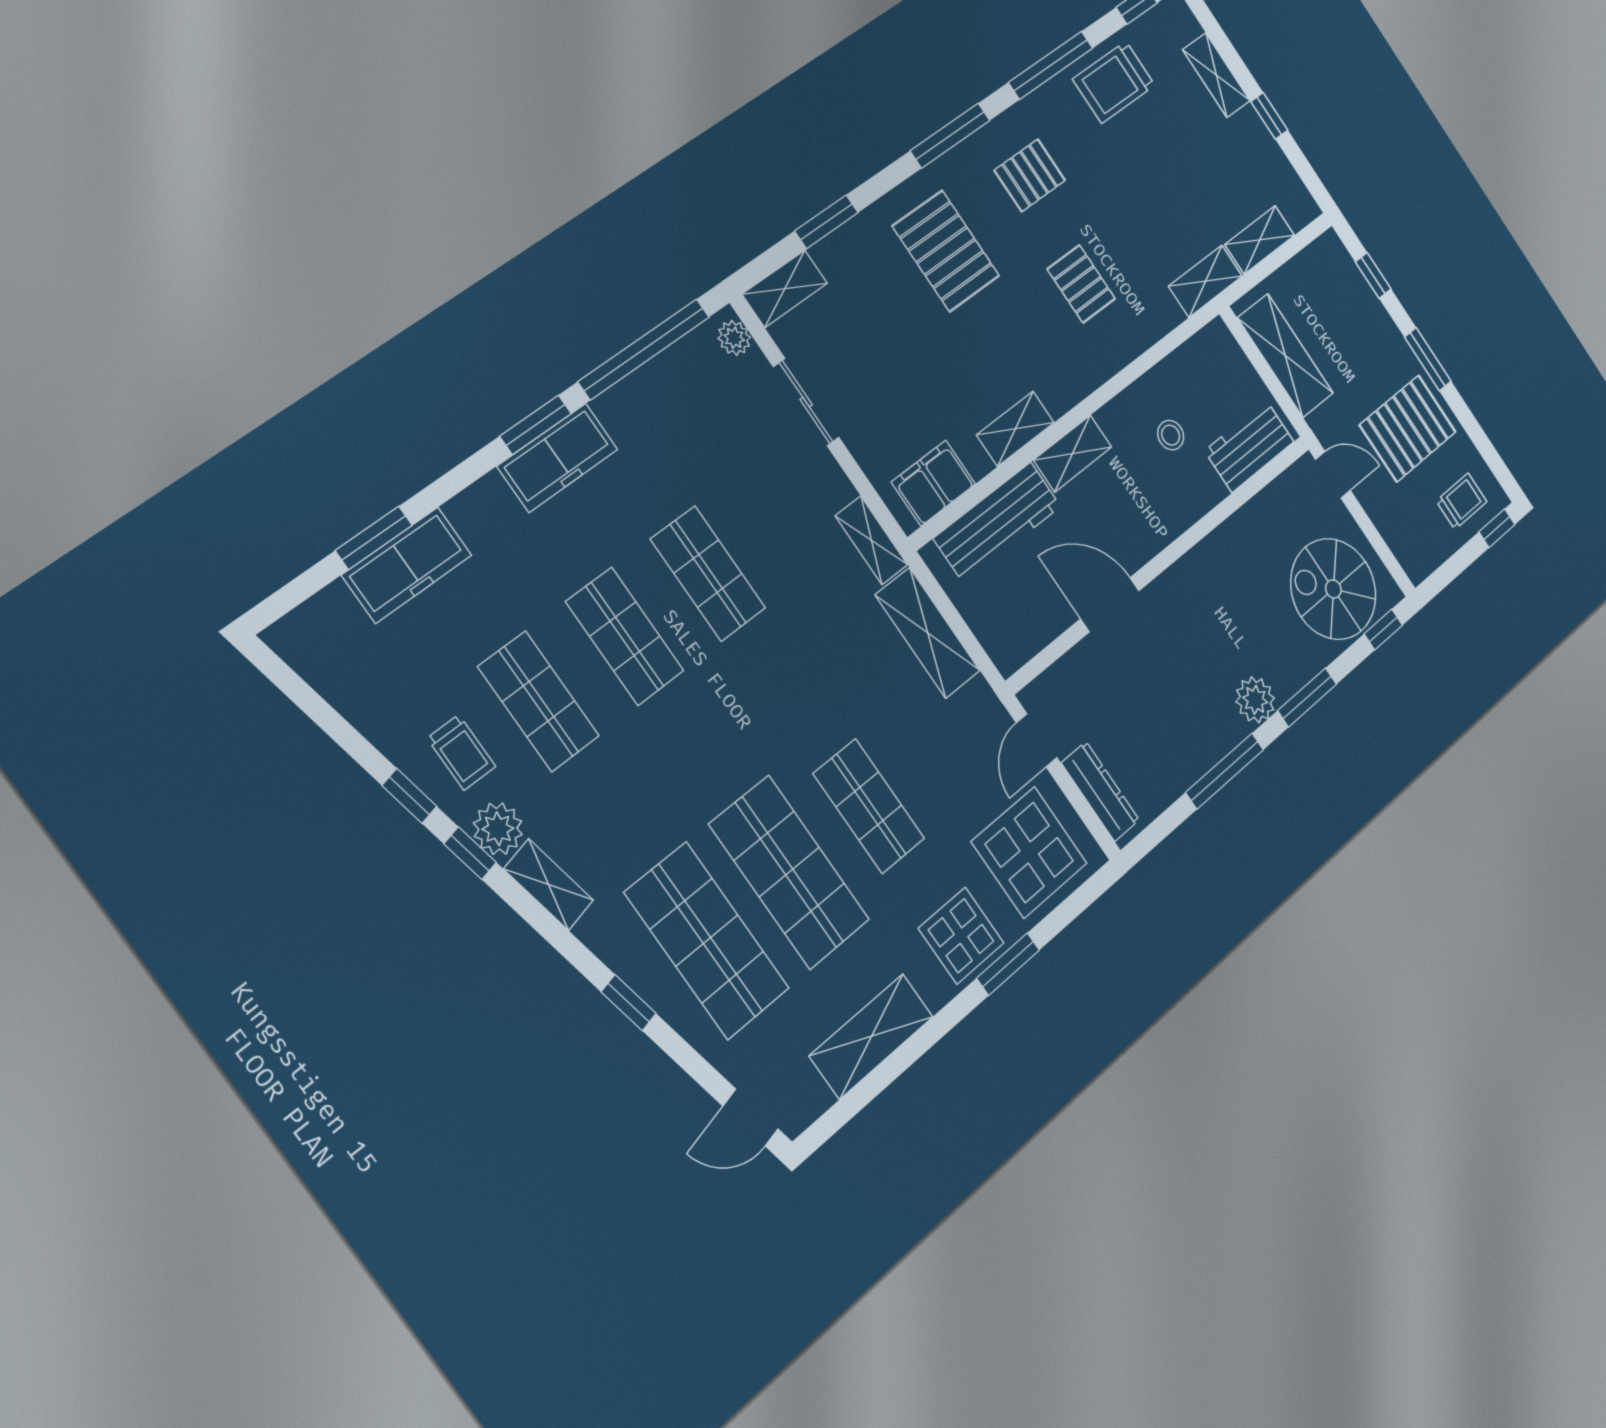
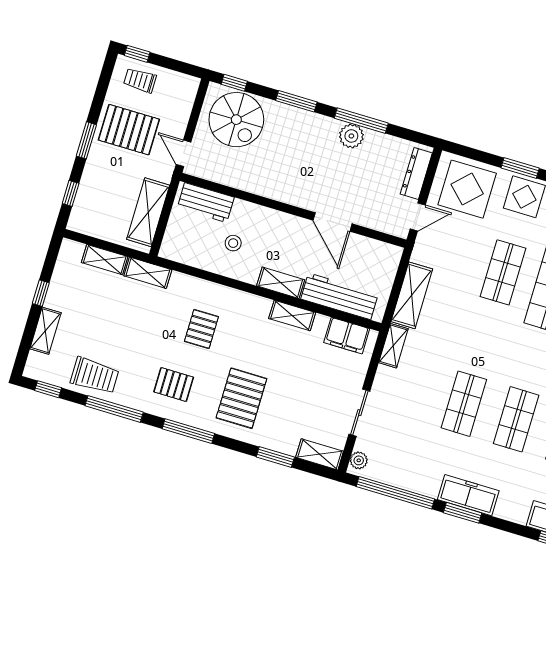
plant: (1255, 700) -> (351, 136), moved

